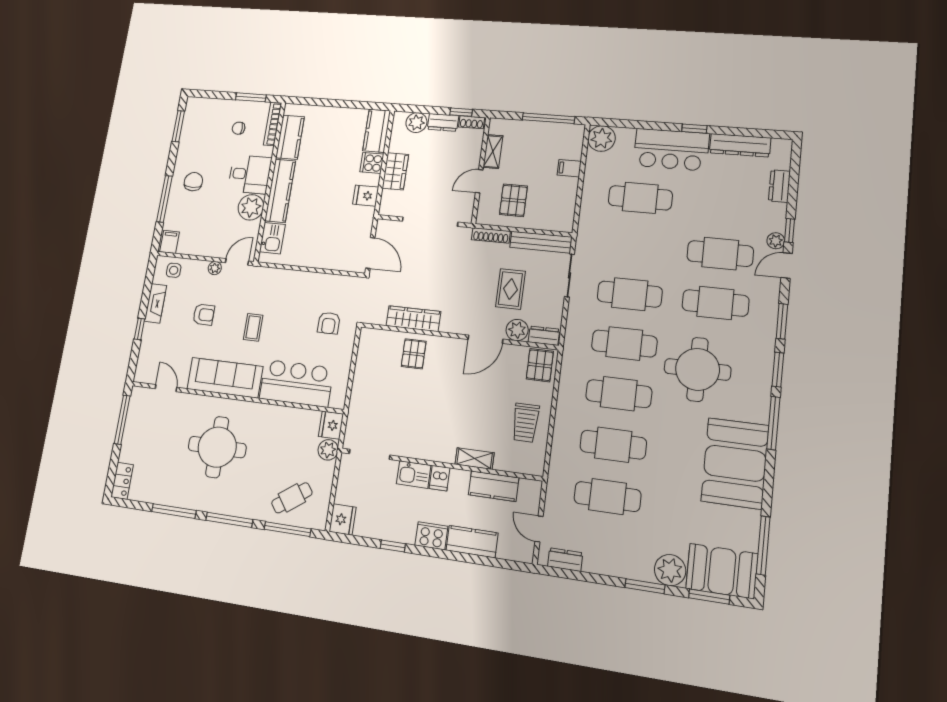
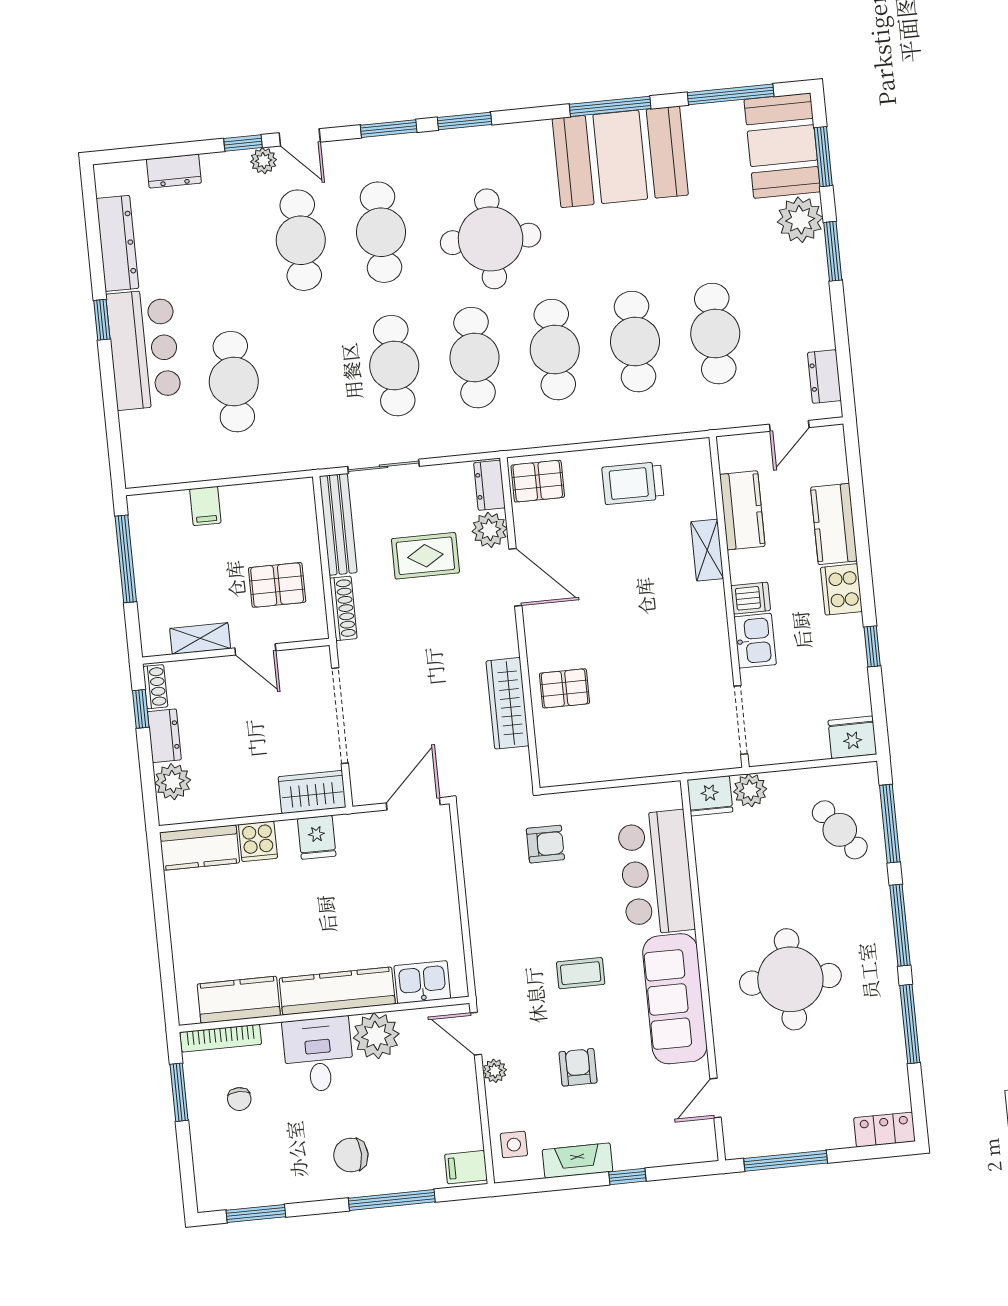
plant: (602, 138) -> (145, 464), removed
wardrobe: (395, 171) -> (312, 792), moved
trolley: (526, 423) -> (633, 483), turned 180
window: (773, 423) -> (610, 106), moved

